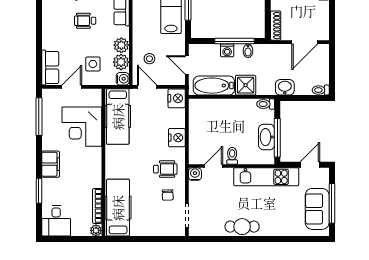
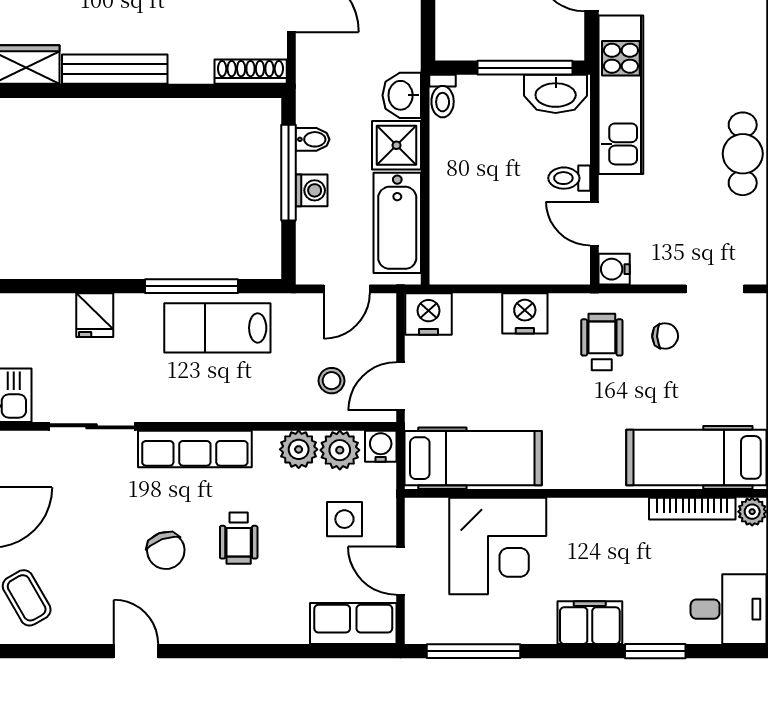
washbasin: (285, 87) -> (402, 95), moved
washbasin: (267, 137) -> (556, 94), moved

